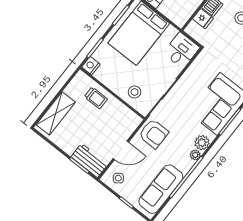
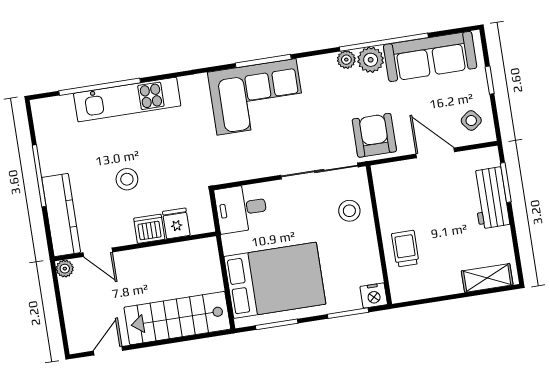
shelving: (56, 113) -> (487, 278), width x0.67, depth x0.75
plant: (202, 143) -> (371, 60), moved
workbench: (89, 161) -> (490, 198), moved

